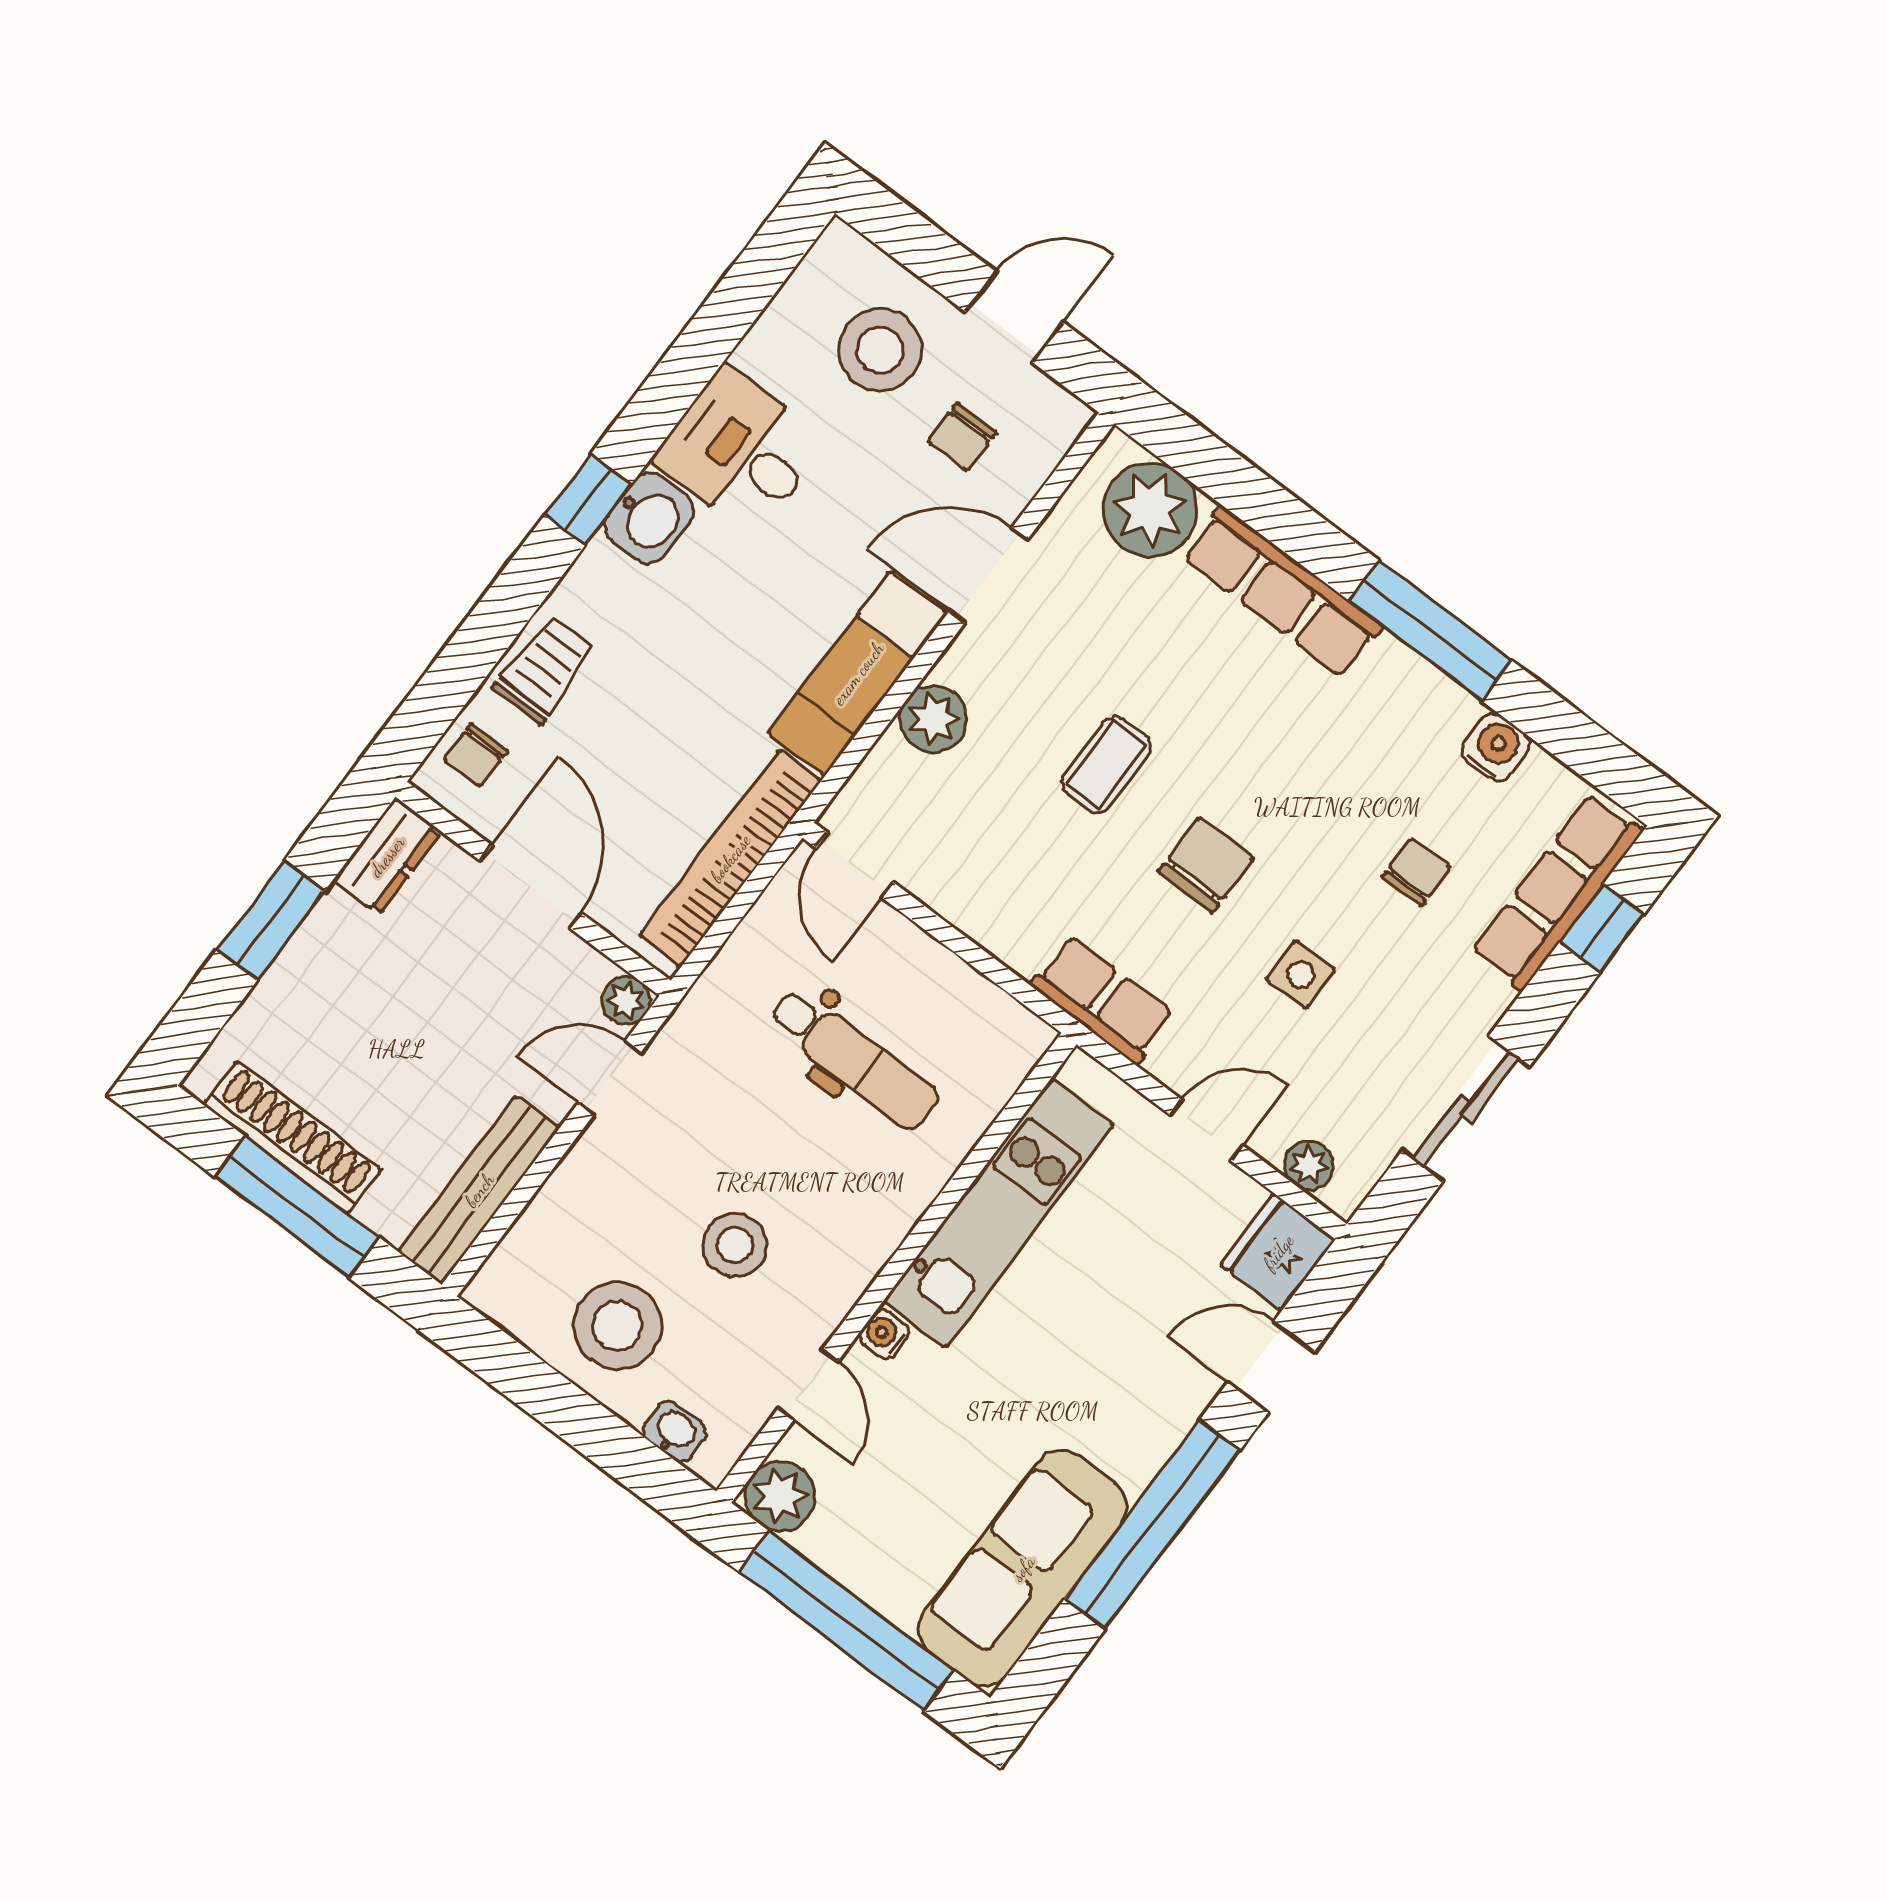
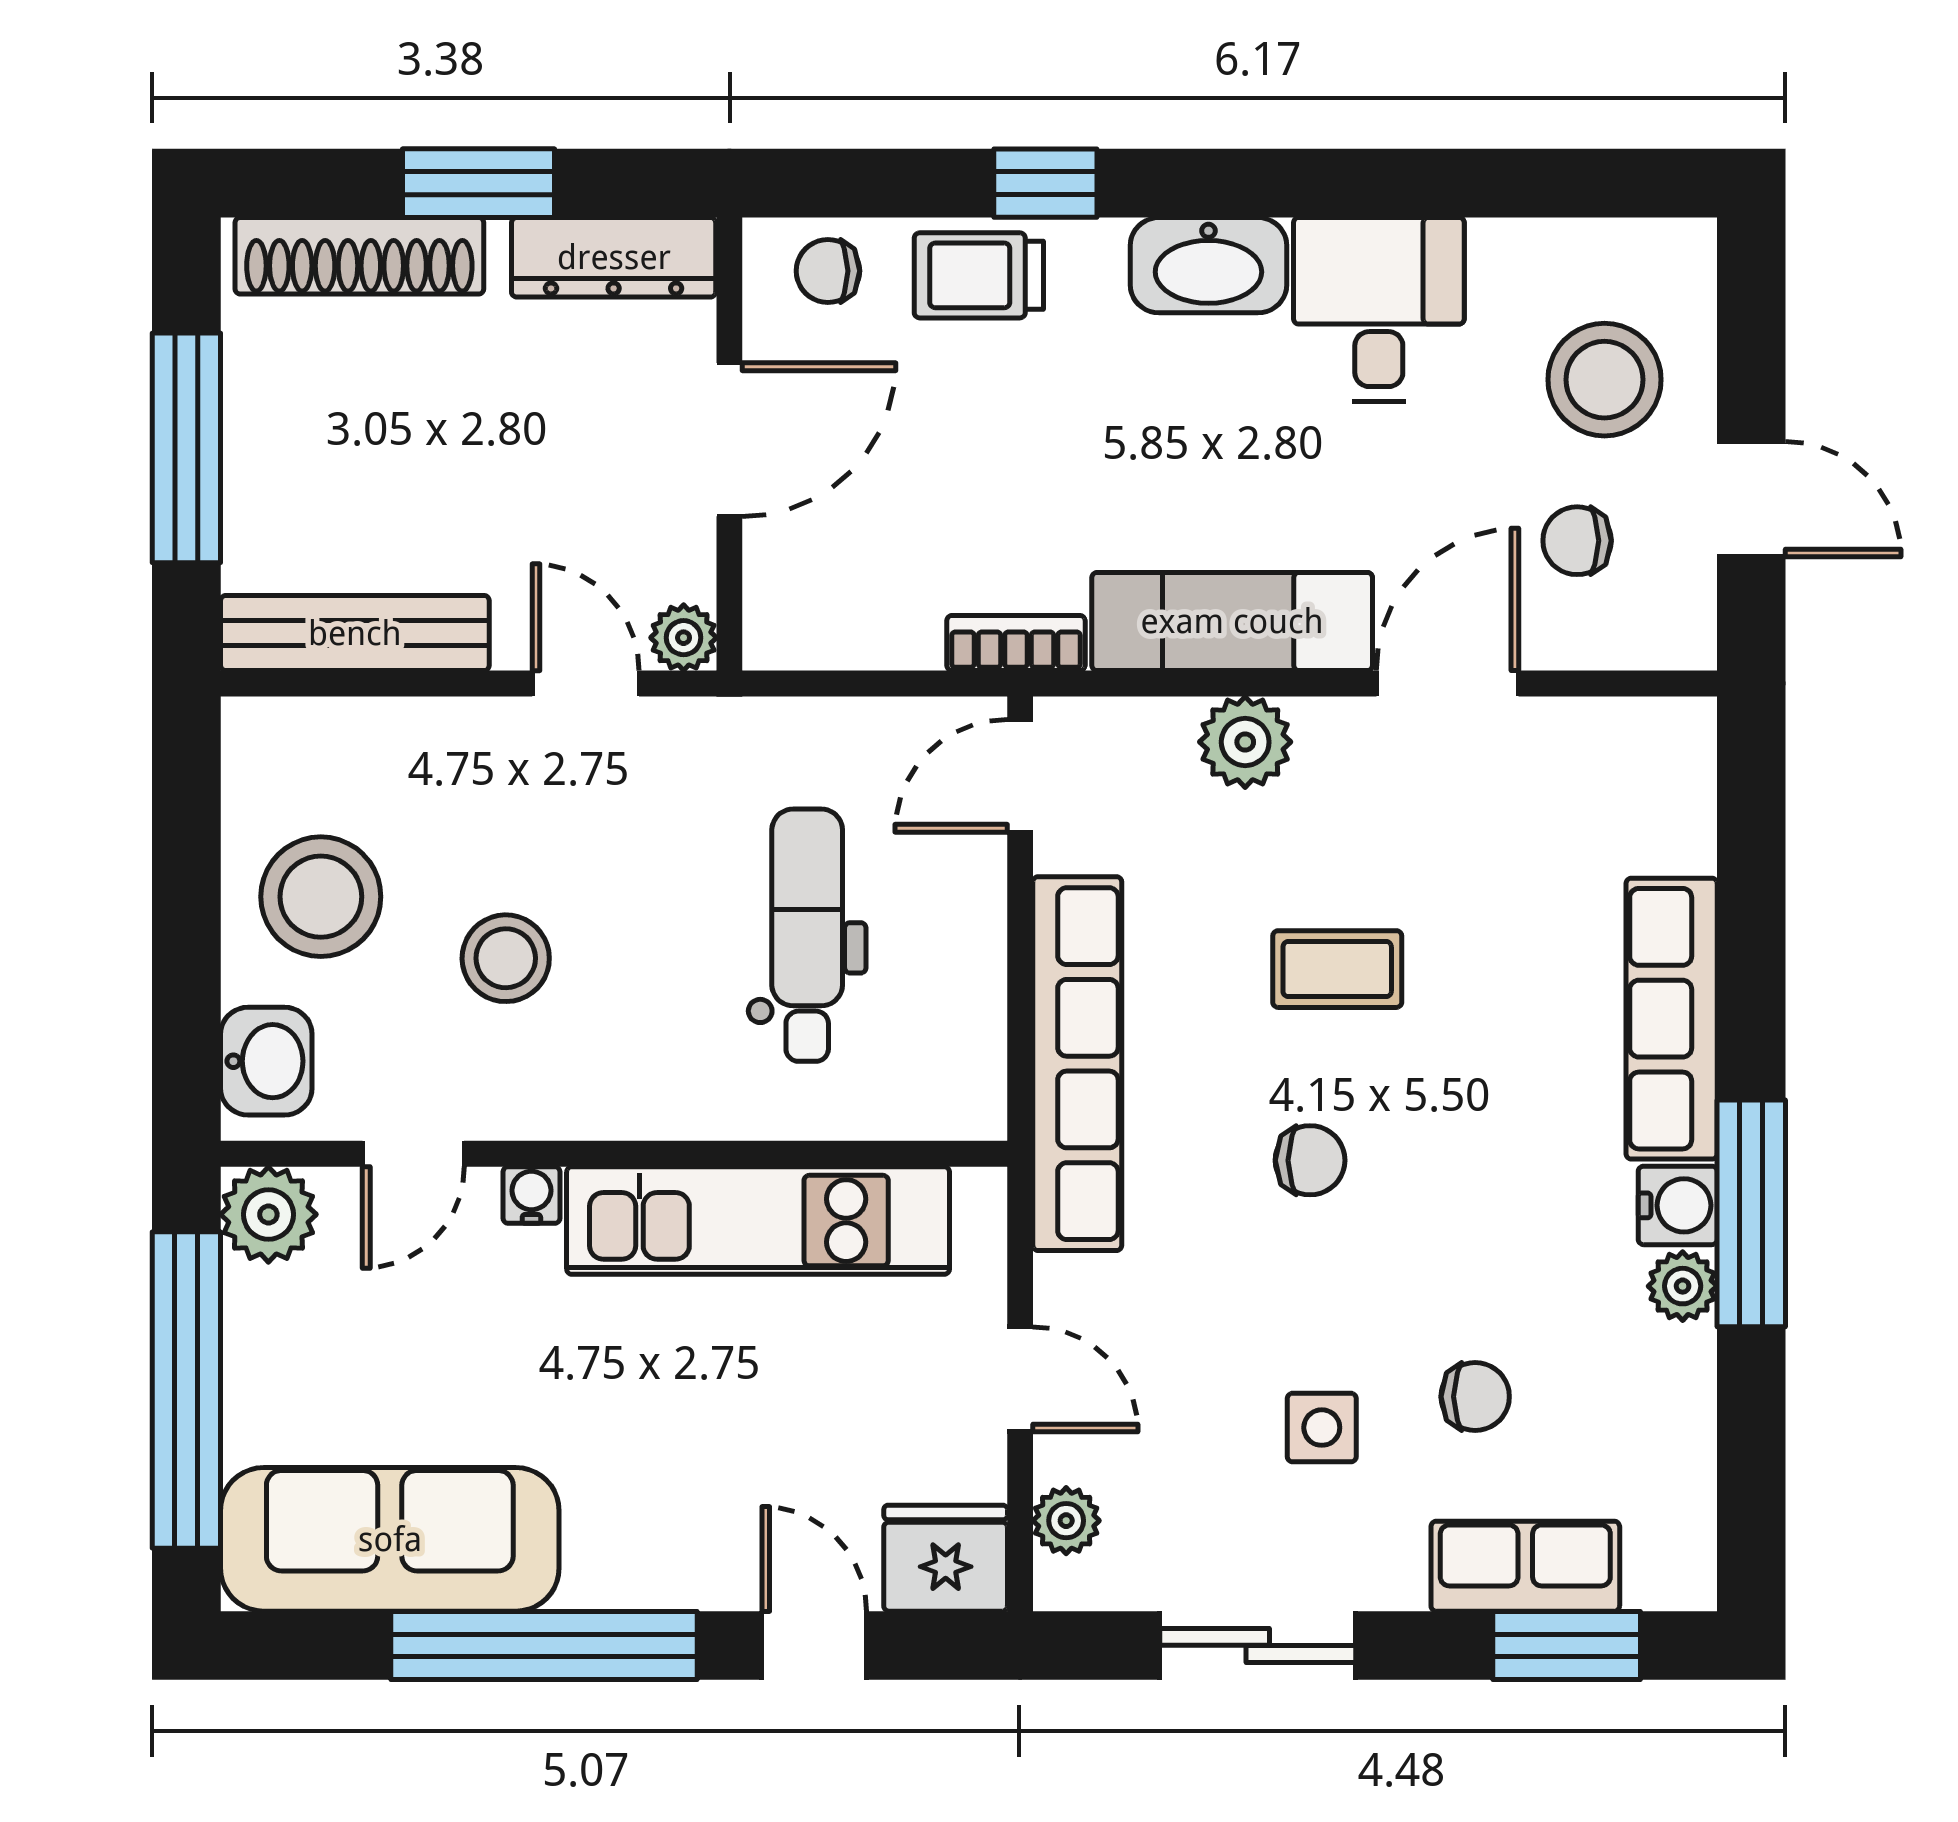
window: (588, 500) -> (1045, 183), moved
plant: (1150, 510) -> (1683, 1286), moved, width x0.53, depth x0.53
washbasin: (649, 518) -> (1208, 265), width x1.38
door: (988, 575) -> (1448, 683), hinge flipped
trolley: (544, 669) -> (979, 275), turned 180
water cooler: (1496, 747) -> (1678, 1205), moved
dresser: (387, 856) -> (614, 257), width x1.44
bookcase: (730, 858) -> (1016, 643), width x0.43, depth x0.76
chair: (1206, 865) -> (1310, 1160), width x0.73, depth x0.73
row of seats: (1557, 891) -> (1525, 1566), width x0.68
window: (1602, 928) -> (1567, 1645), width x1.50
side table: (1301, 975) -> (1322, 1428), moved
row of seats: (1102, 999) -> (1077, 1064), width x2.02
dental chair: (854, 1059) -> (807, 935), turned 180
shoe rack: (293, 1137) -> (359, 256), moved, turned 90
washbasin: (675, 1431) -> (266, 1061), width x1.38, depth x1.45

